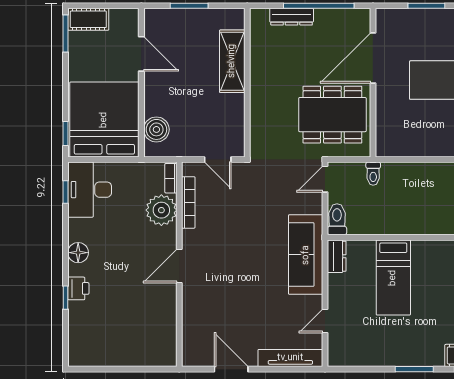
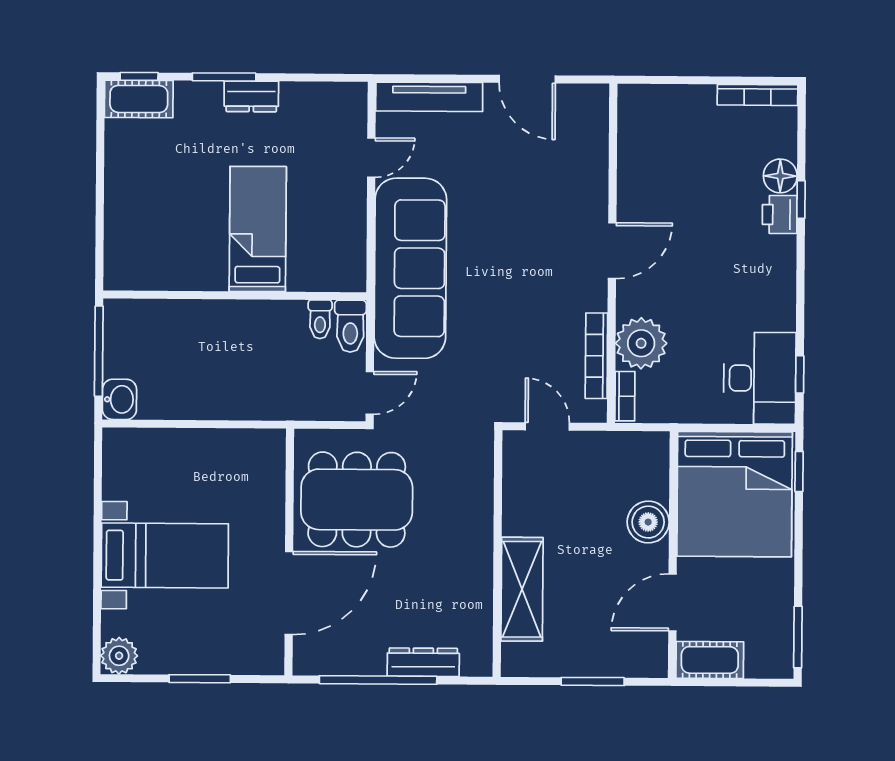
cot: (88, 19) -> (710, 660), moved
door: (141, 54) -> (672, 602), hinge flipped
boiler: (156, 129) -> (648, 522), moved
toilet: (373, 174) -> (320, 319), moved, turned 180
floor lamp: (78, 253) -> (780, 176), moved
sofa: (306, 255) -> (410, 268), width x1.36, depth x1.27
dresser: (337, 256) -> (251, 96), moved, turned -90
bookcase: (92, 361) -> (758, 95), added

